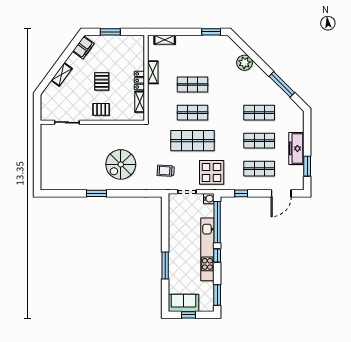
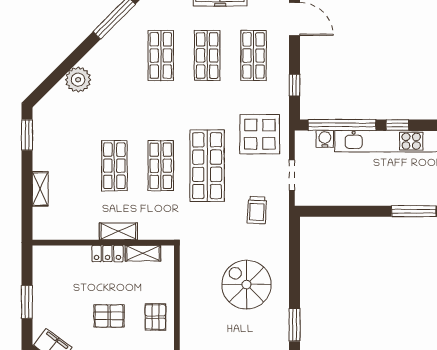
shelving: (165, 40) -> (40, 189), moved
shelving: (153, 72) -> (118, 231), moved
spiral stairs: (121, 164) -> (246, 285), turned 180
water cooler: (209, 199) -> (325, 139), moved

